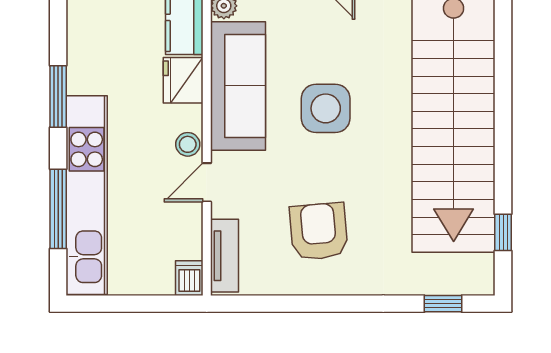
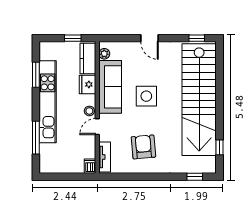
window: (58, 96) -> (36, 75), moved
kitchen unit: (87, 195) -> (48, 102), moved

